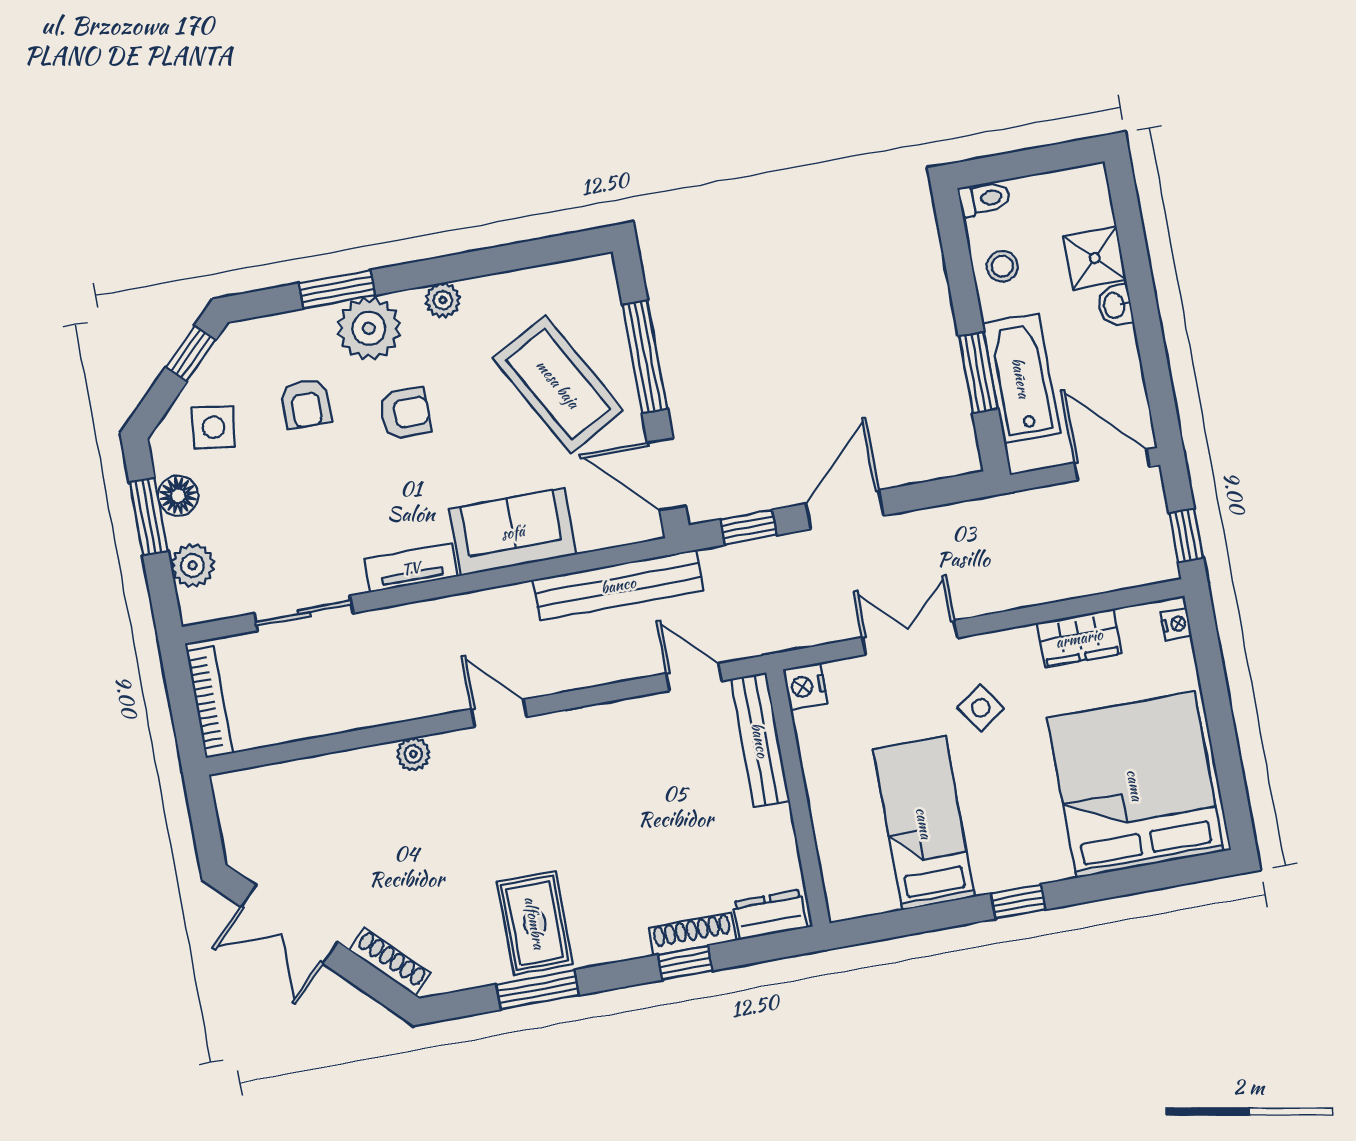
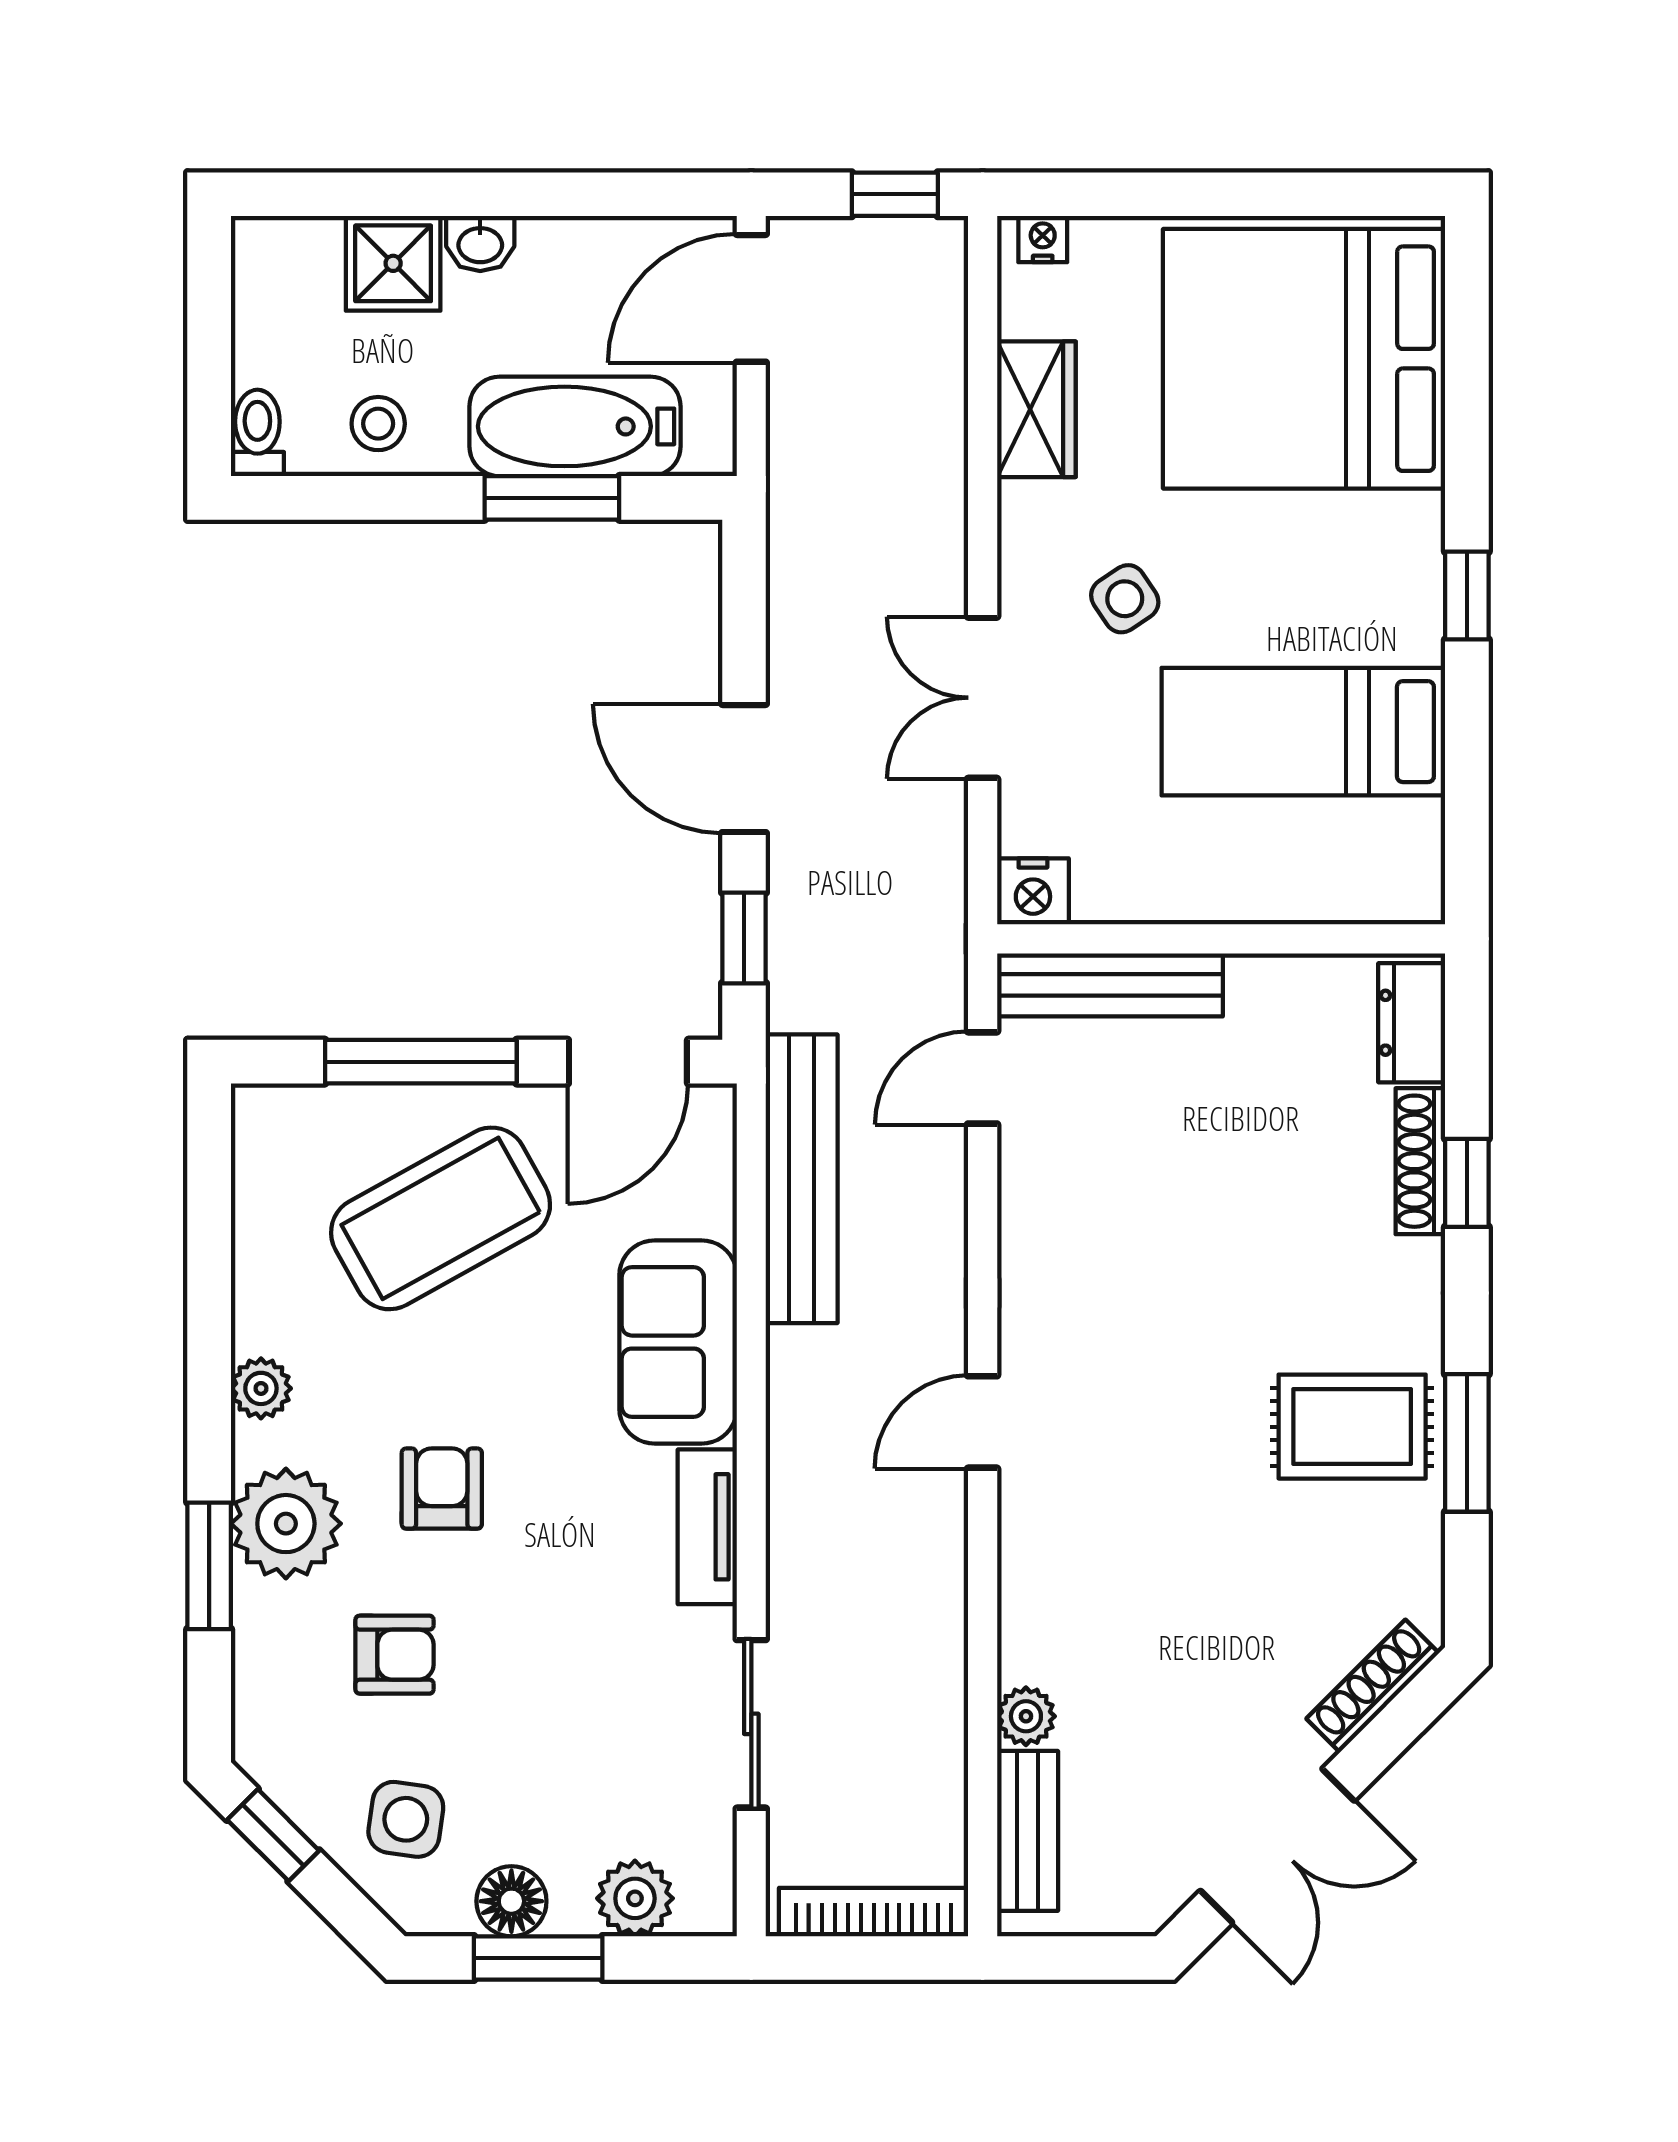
plant: (413, 754) -> (1026, 1716), moved
bench: (272, 781) -> (1028, 1831), added

